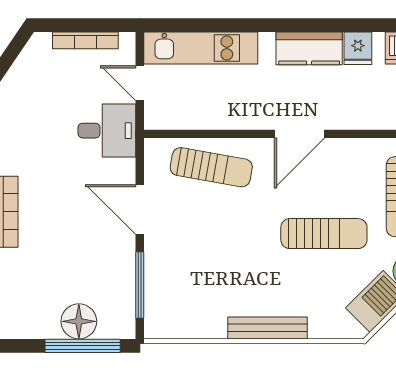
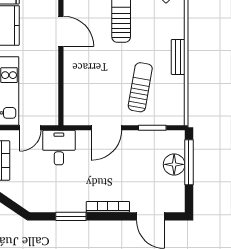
sun lounger: (211, 167) -> (140, 87), moved
window: (140, 285) -> (152, 128), width x0.69
bench: (268, 328) -> (178, 57), width x0.73

